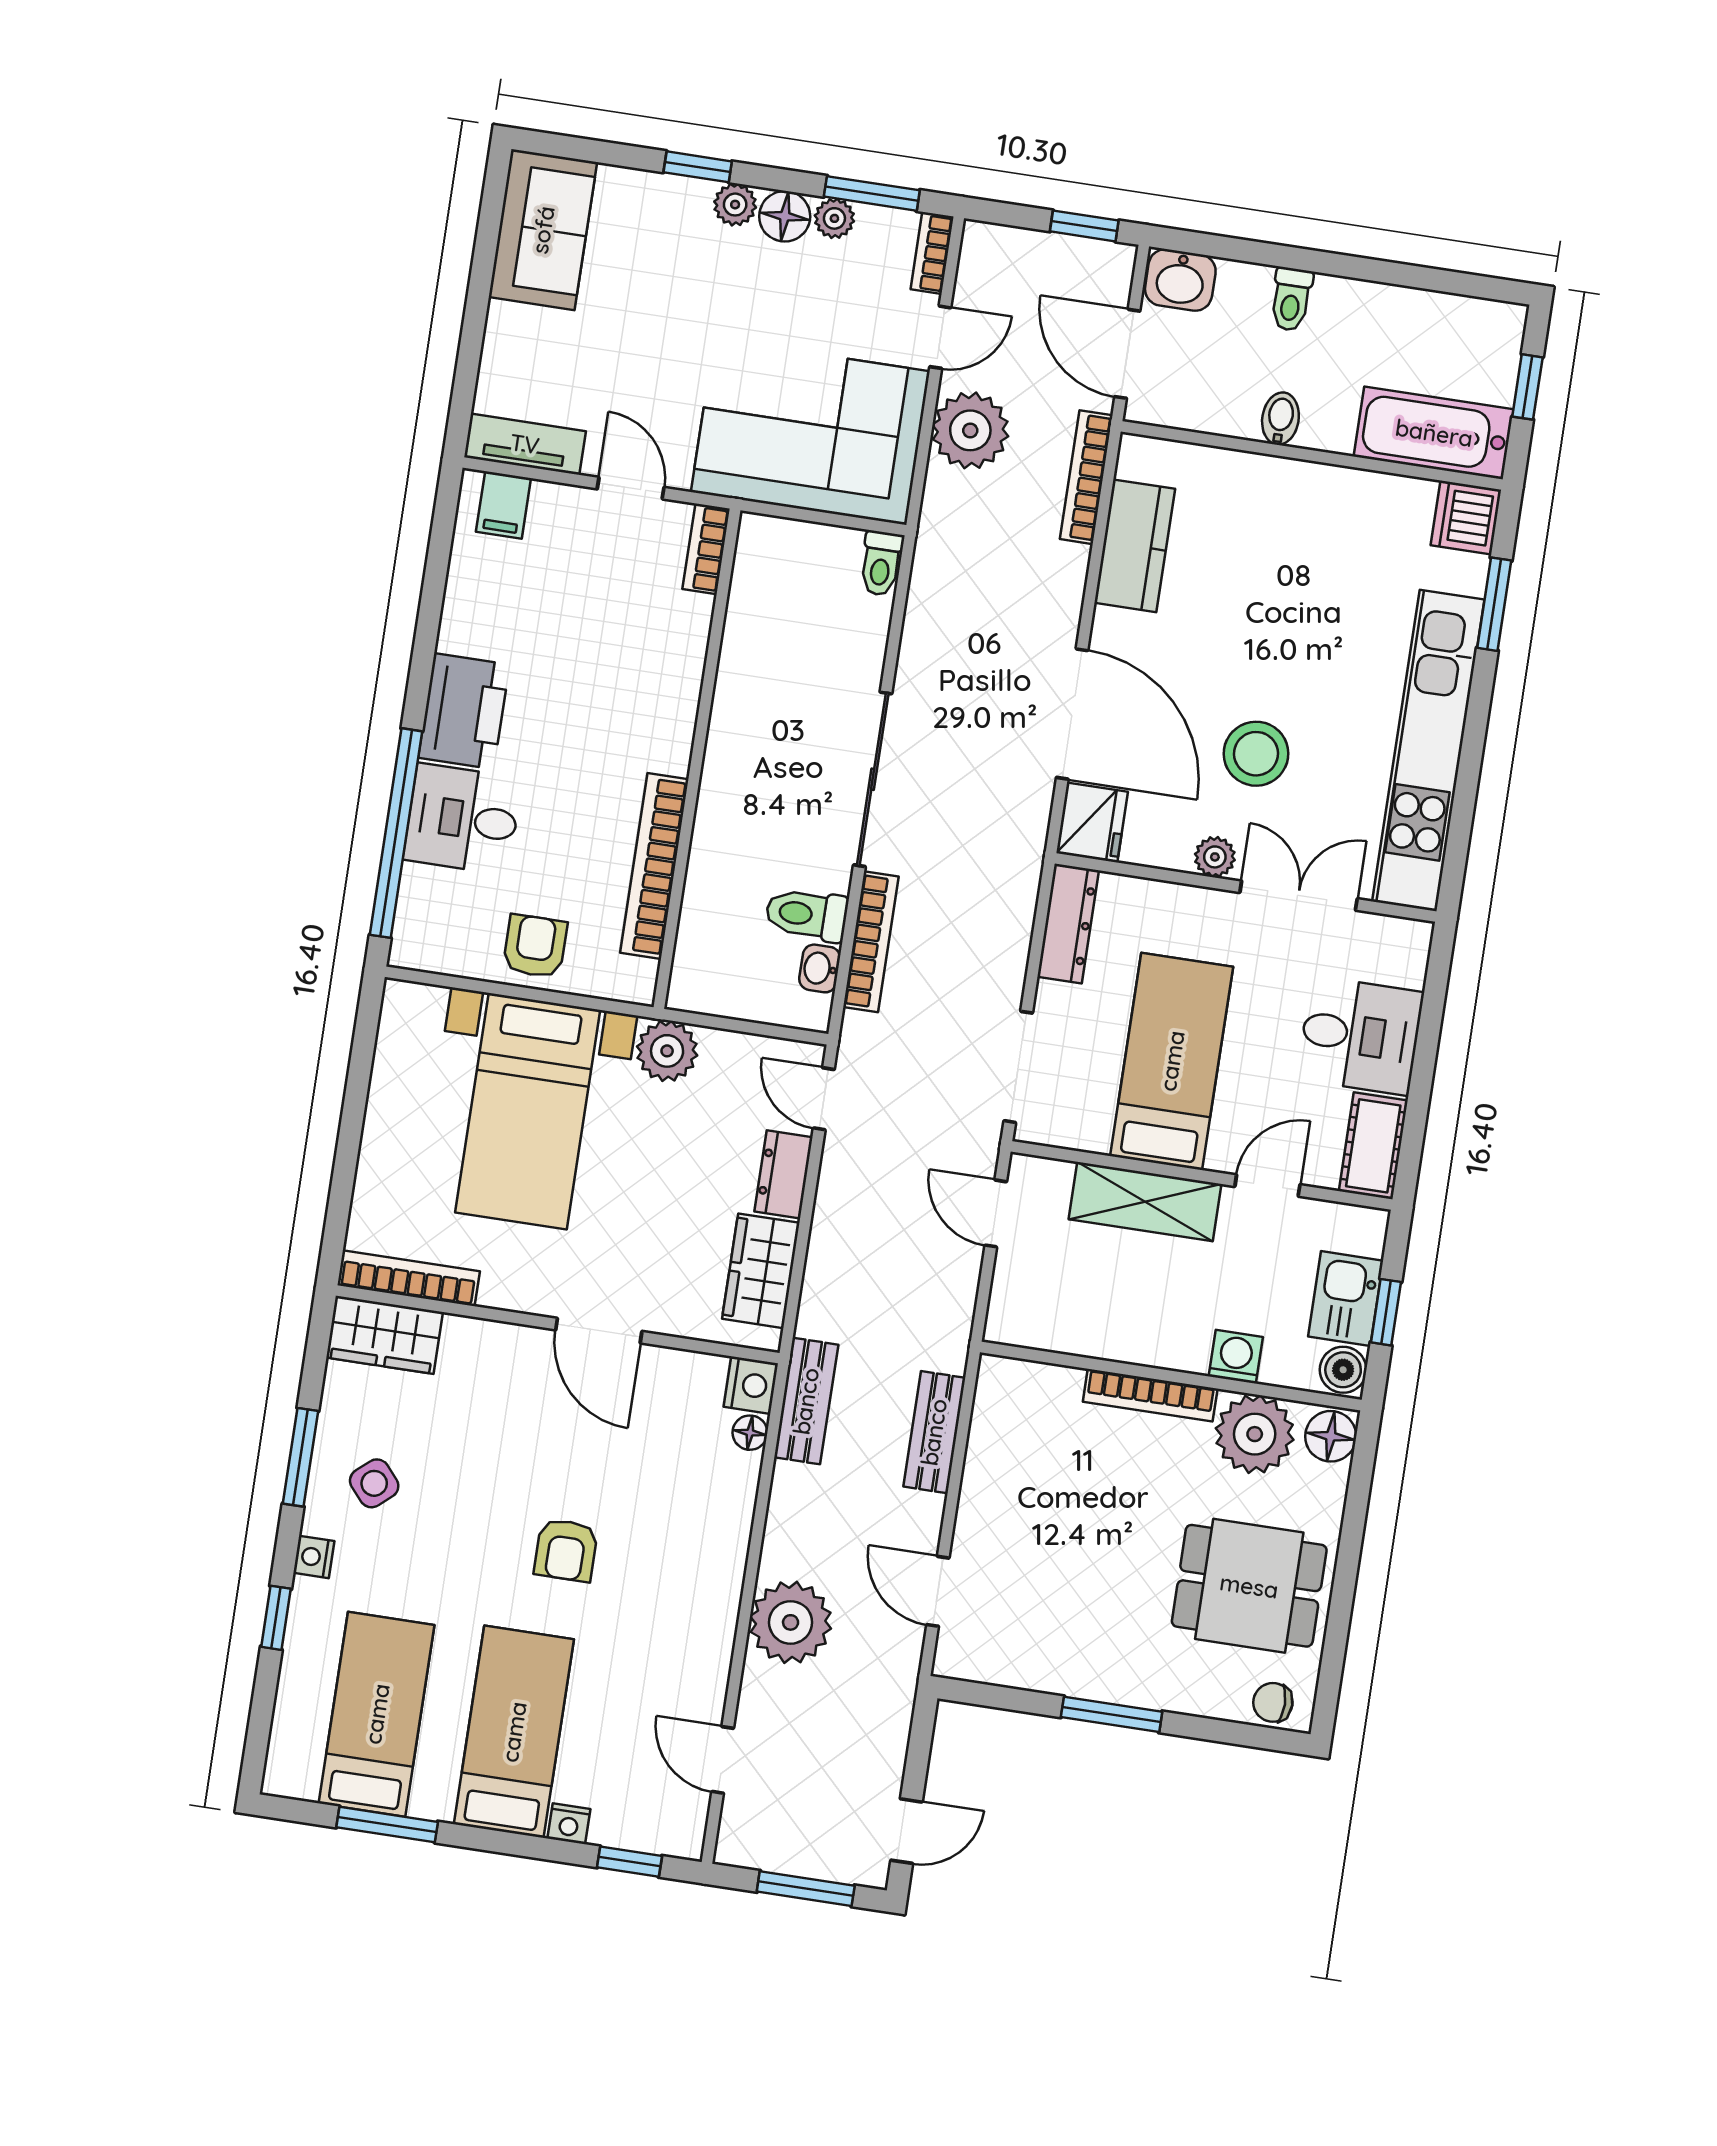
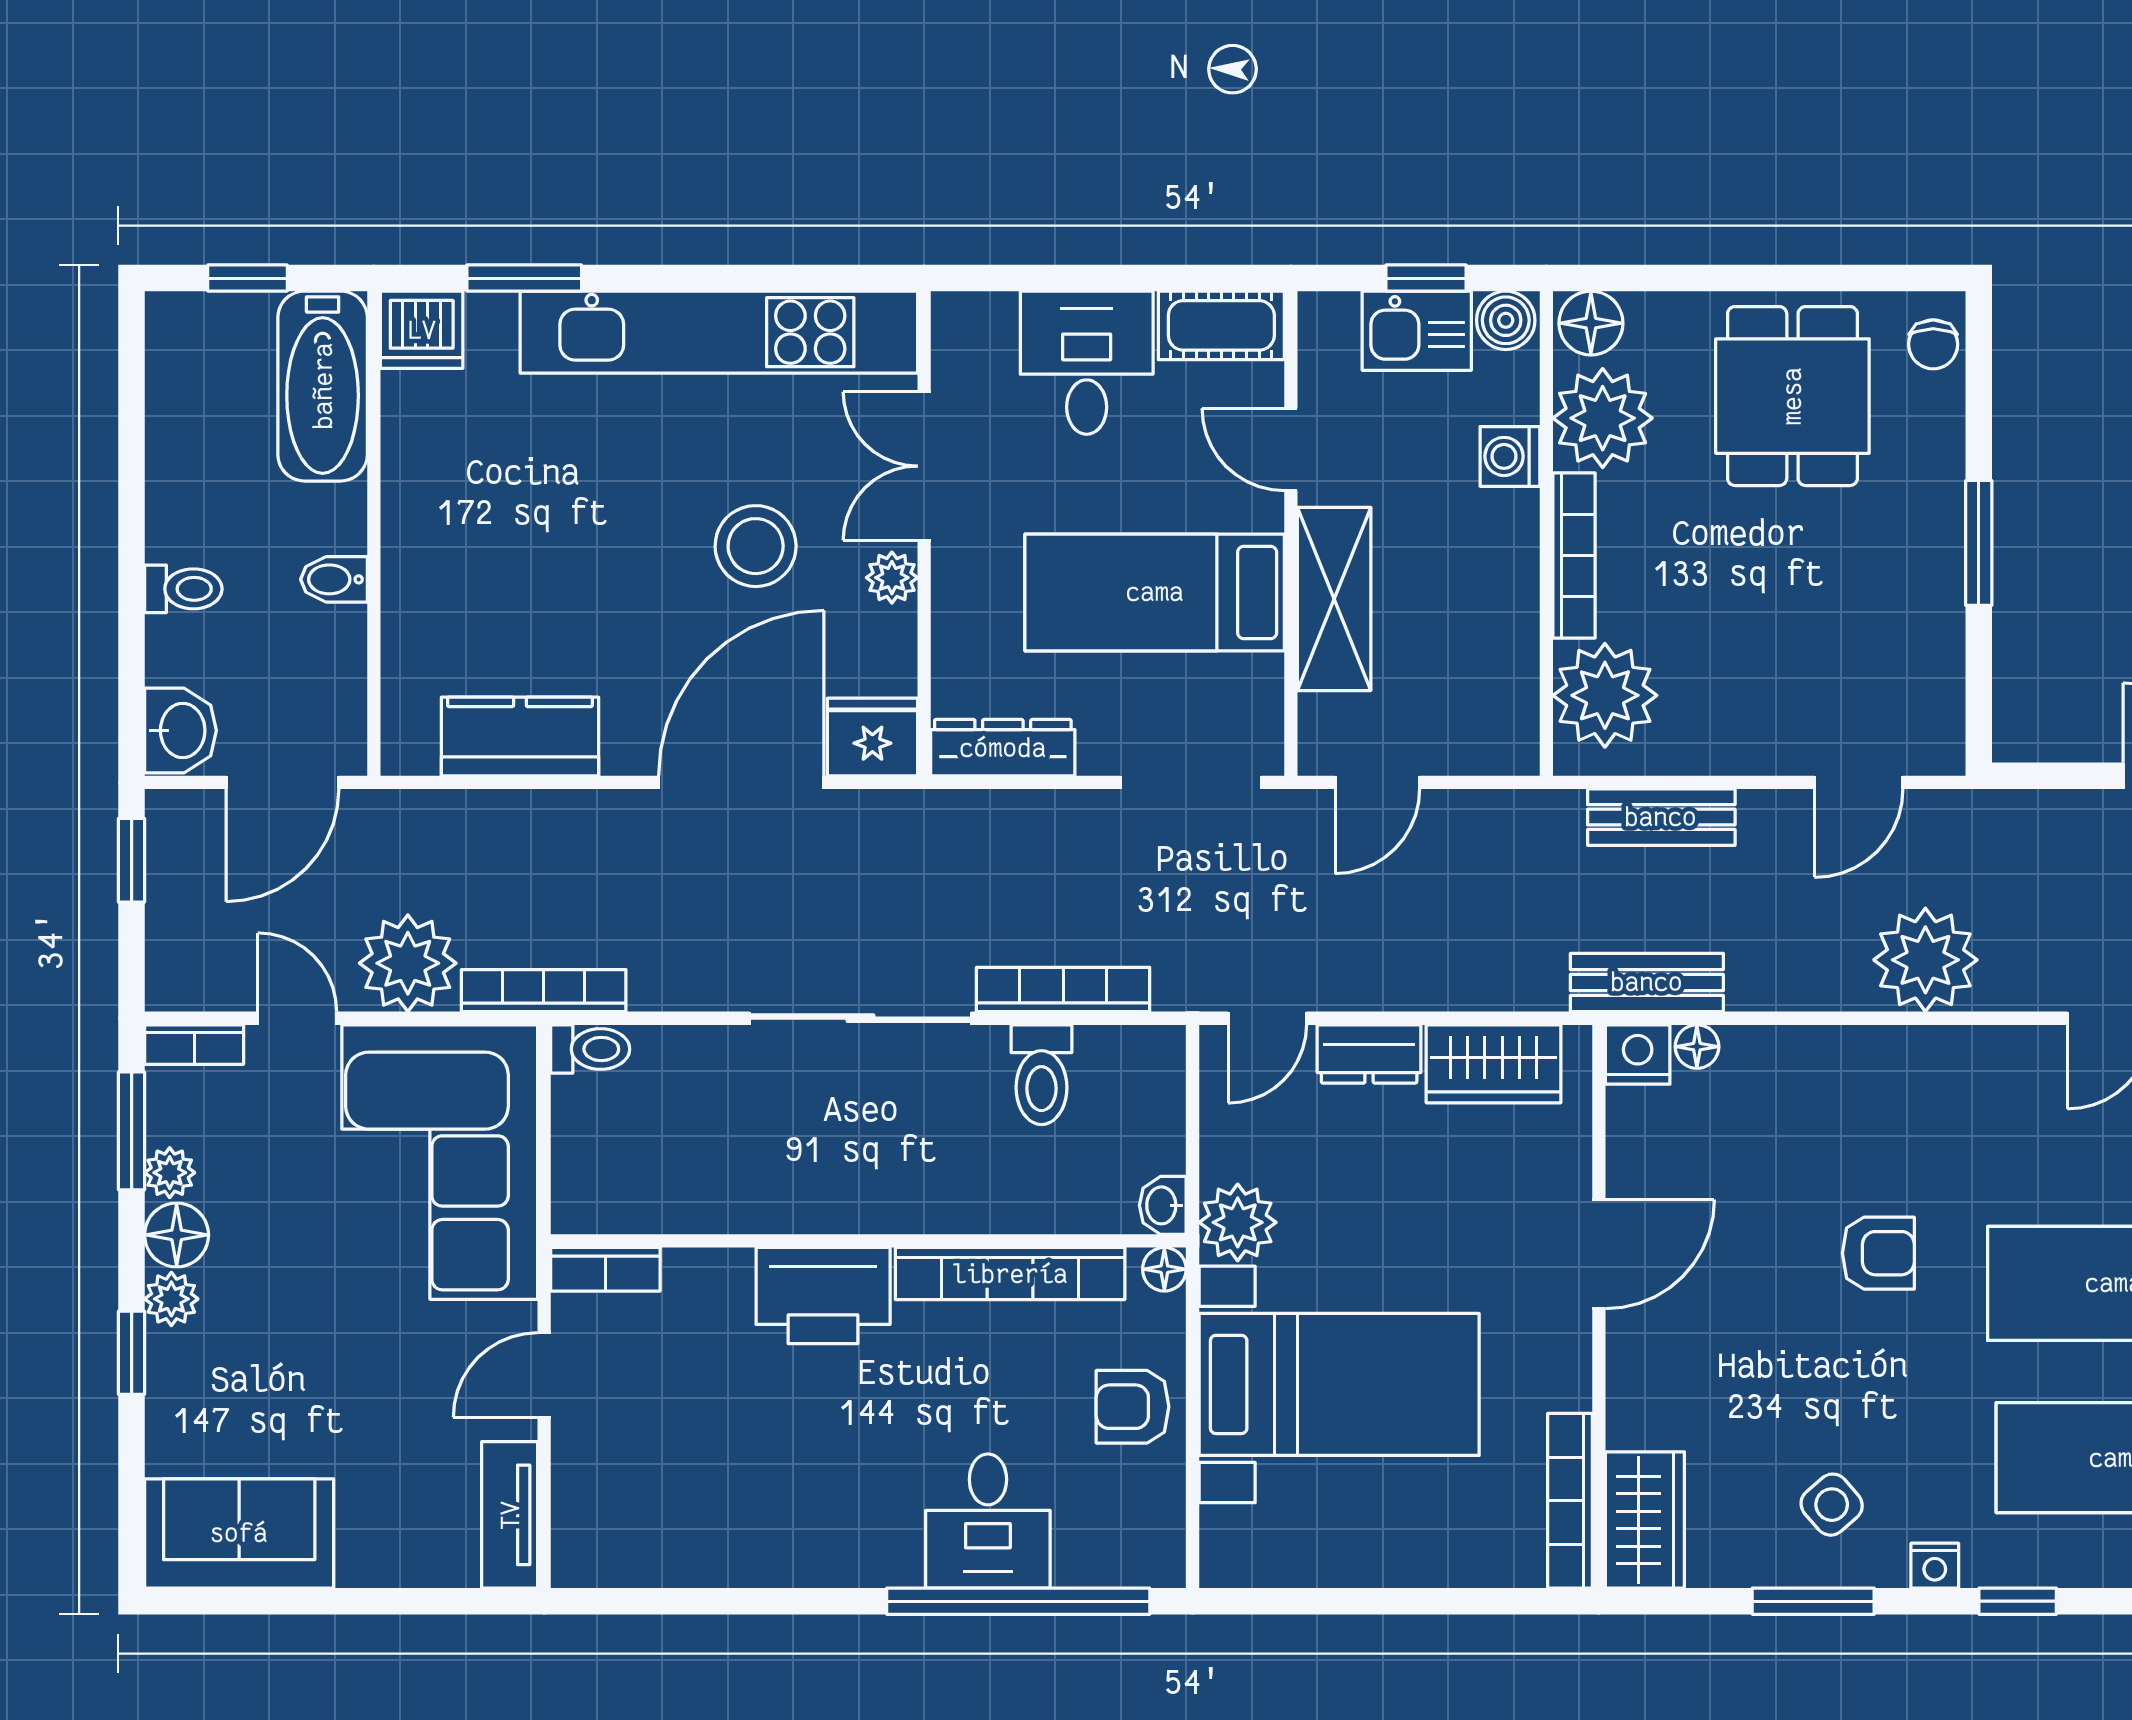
bookcase: (1086, 477) -> (544, 991), moved, turned 180
filing cabinet: (503, 505) -> (589, 1530), removed
printer: (464, 711) -> (823, 1296), moved, turned 180
washbasin: (820, 968) -> (1163, 1205), moved, turned 90
floor lamp: (639, 988) -> (1164, 1269), added
plant: (1037, 1403) -> (1605, 695), added

